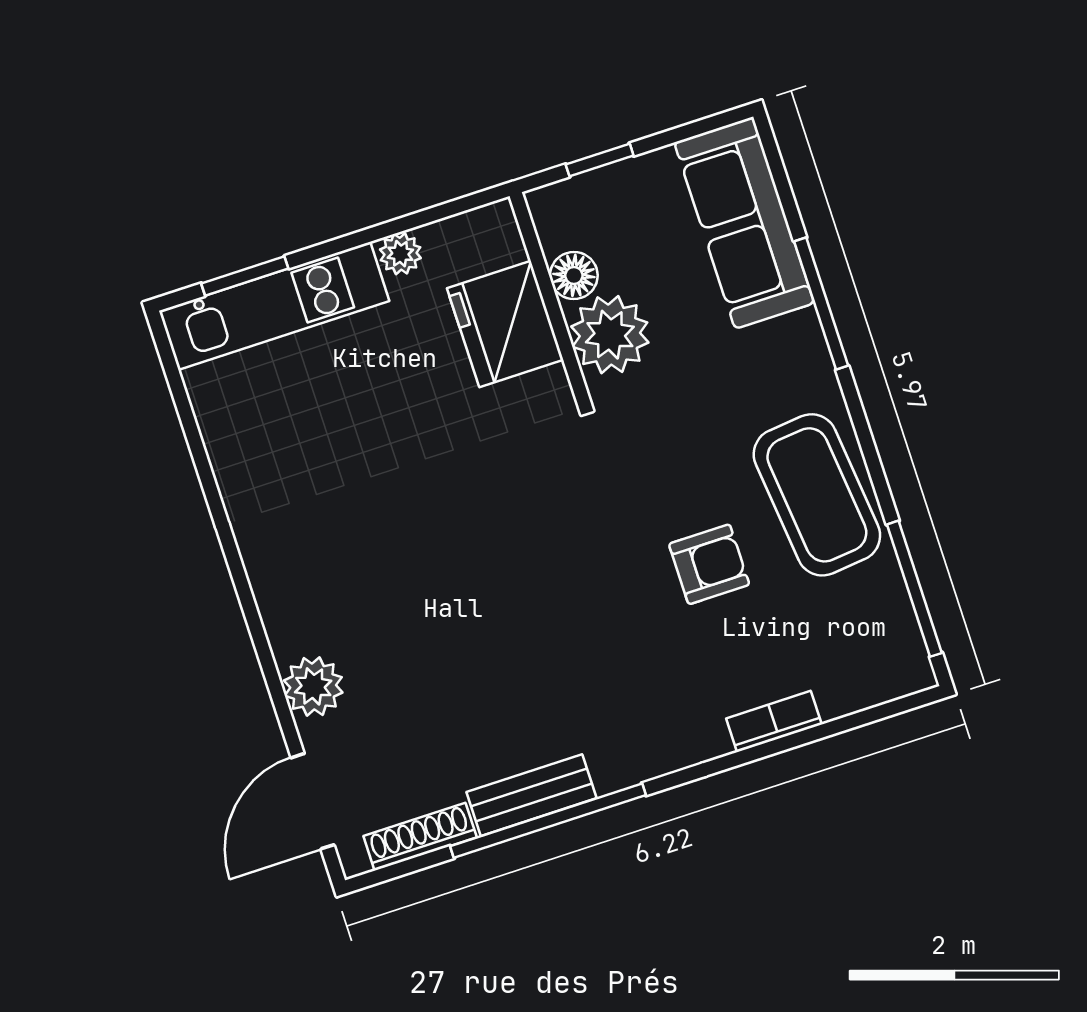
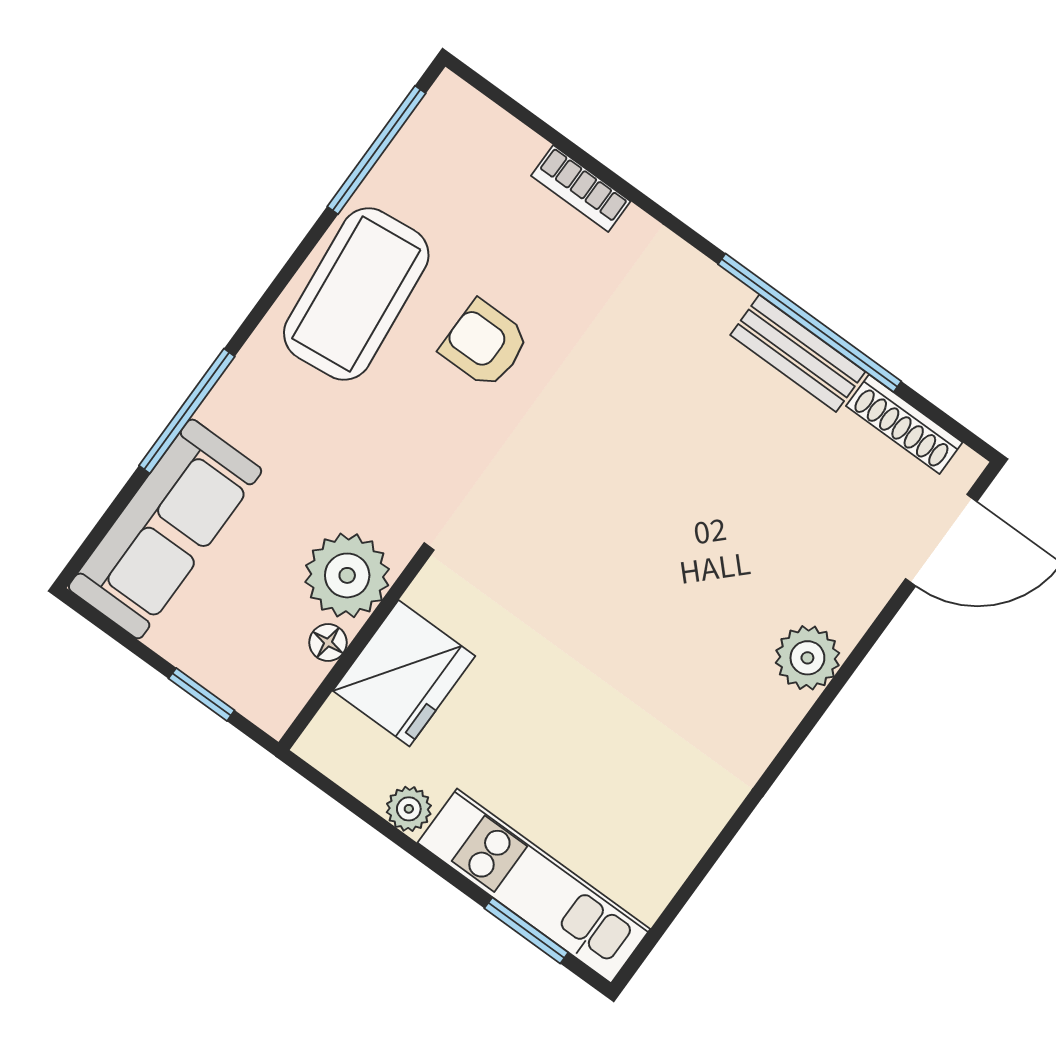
floor lamp: (574, 275) -> (328, 643), width x0.73, depth x0.73
plant: (313, 686) -> (807, 658), moved

